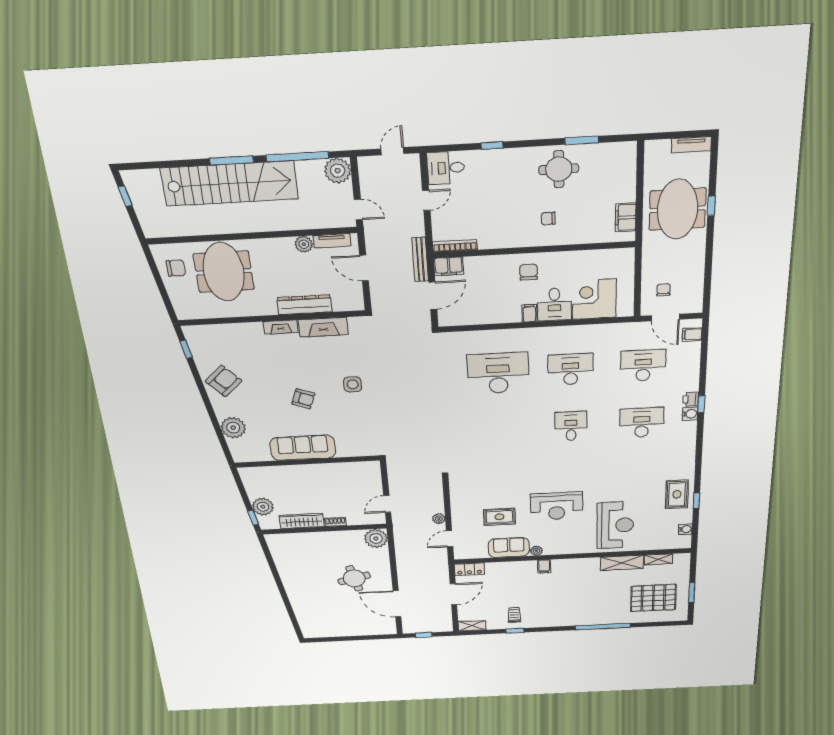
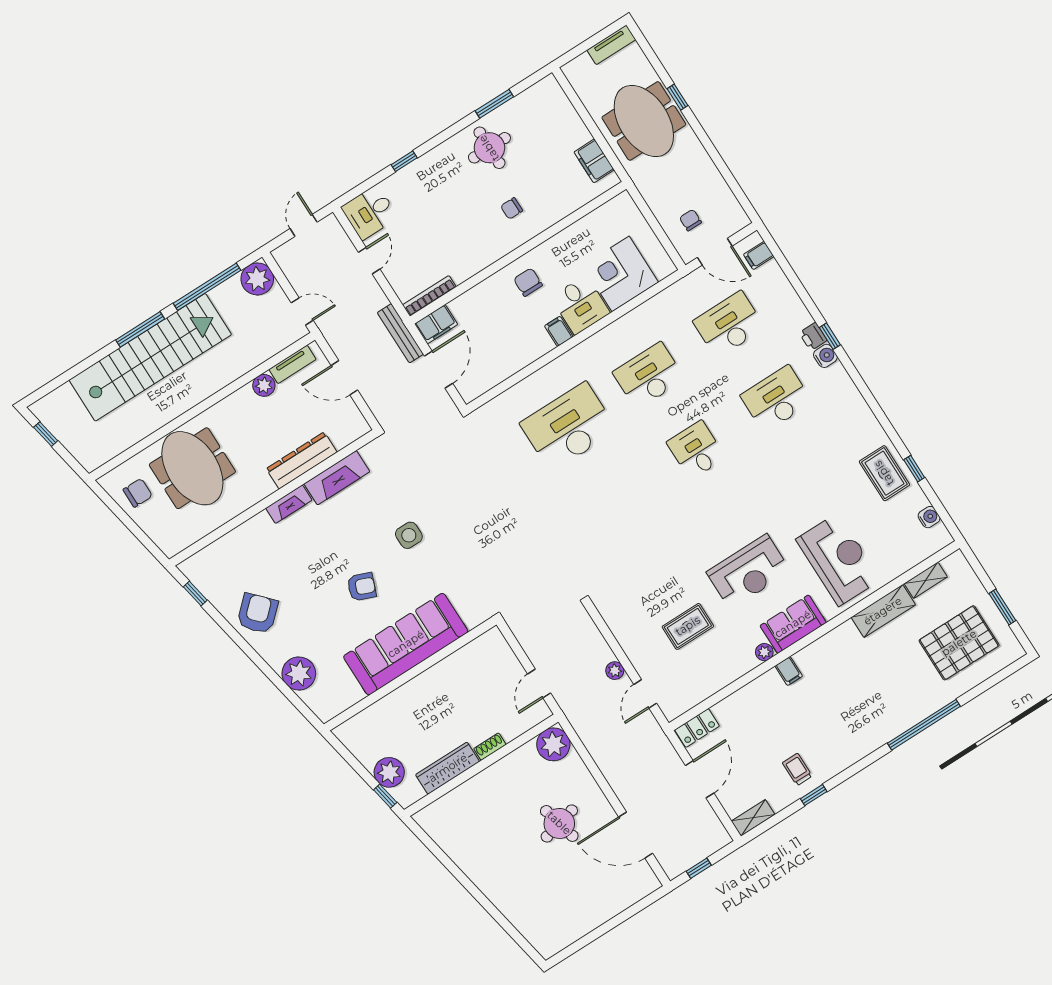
sofa: (303, 448) -> (406, 644), width x1.36, depth x1.27
sofa: (509, 548) -> (793, 624), moved

